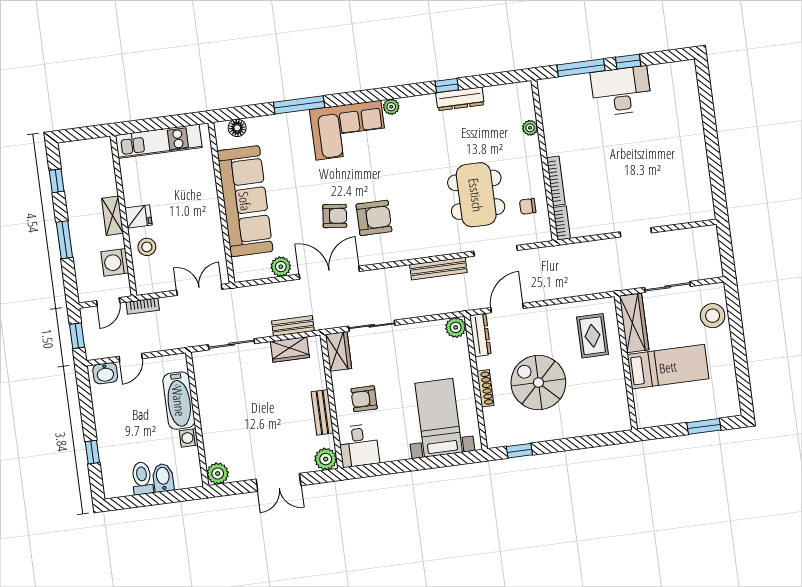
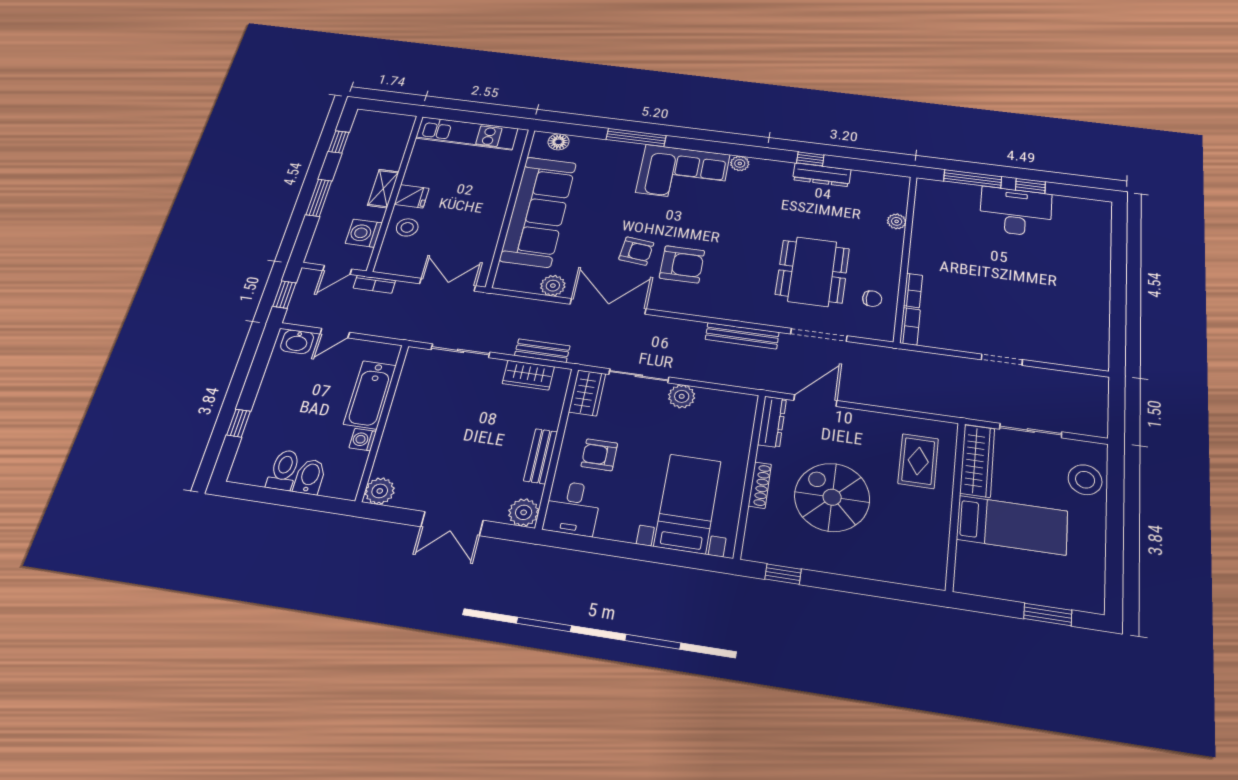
bookcase: (556, 181) -> (913, 290), width x0.64
chair: (528, 206) -> (872, 299), turned 180
plant: (456, 327) -> (682, 396), moved

